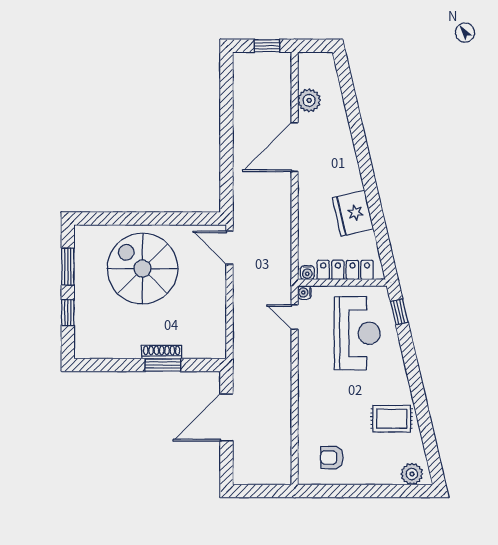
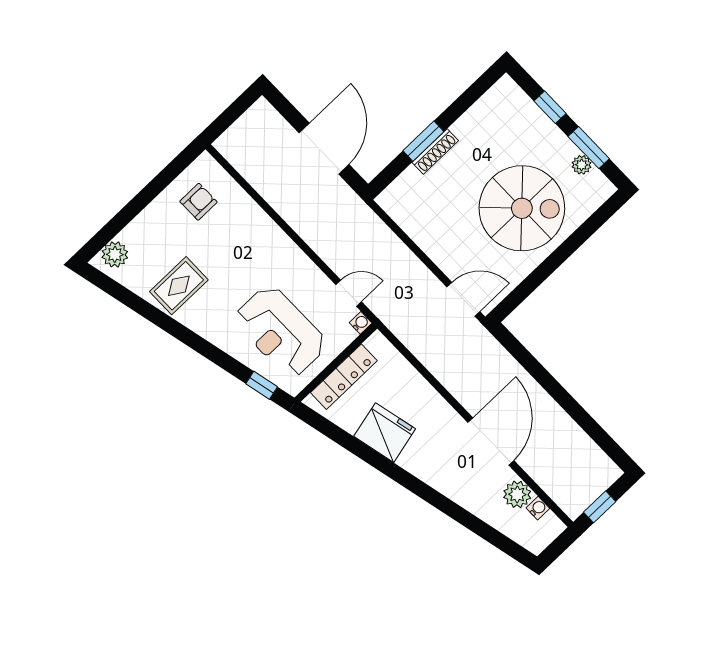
plant: (82, 260) -> (582, 165), added
water cooler: (307, 273) -> (538, 508), moved, turned 90

